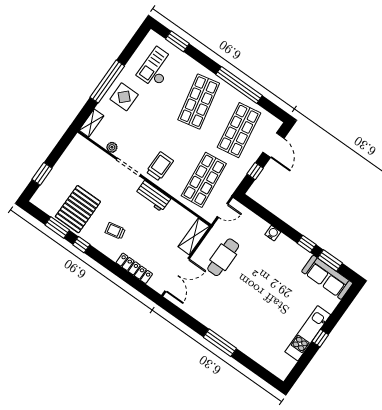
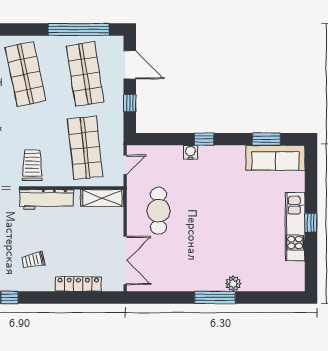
window: (239, 85) -> (78, 29), moved
workbench: (153, 196) -> (46, 199), width x1.38
shelving: (194, 237) -> (102, 198), moved, turned 90
window: (307, 244) -> (204, 139), moved
plant: (239, 342) -> (233, 284), added

